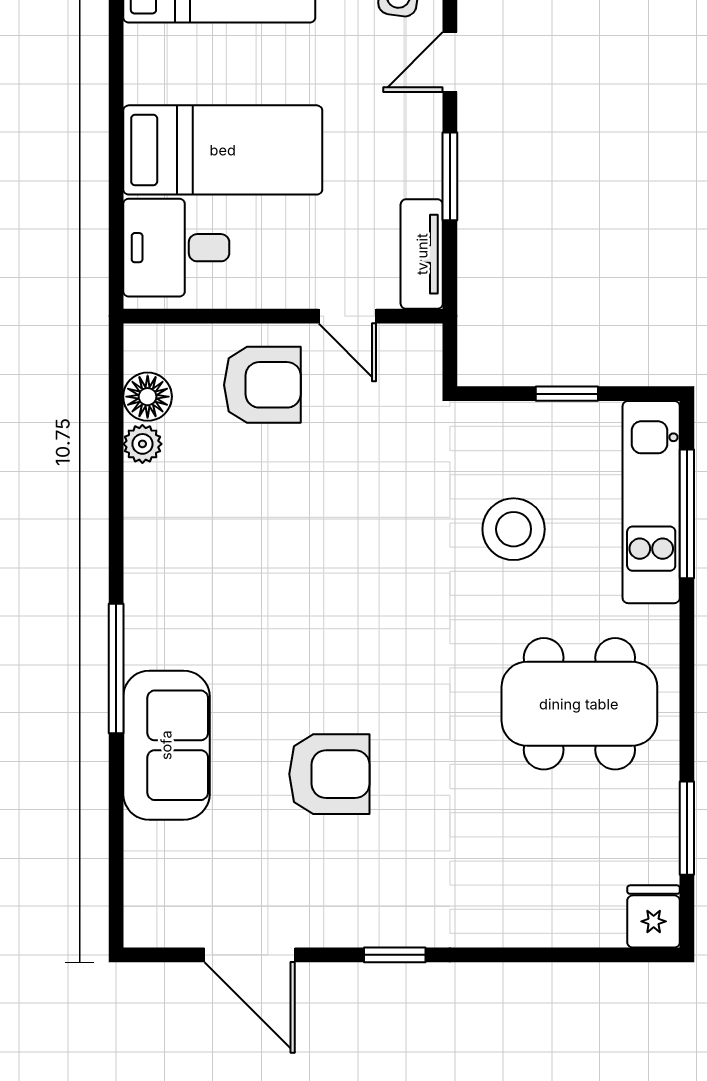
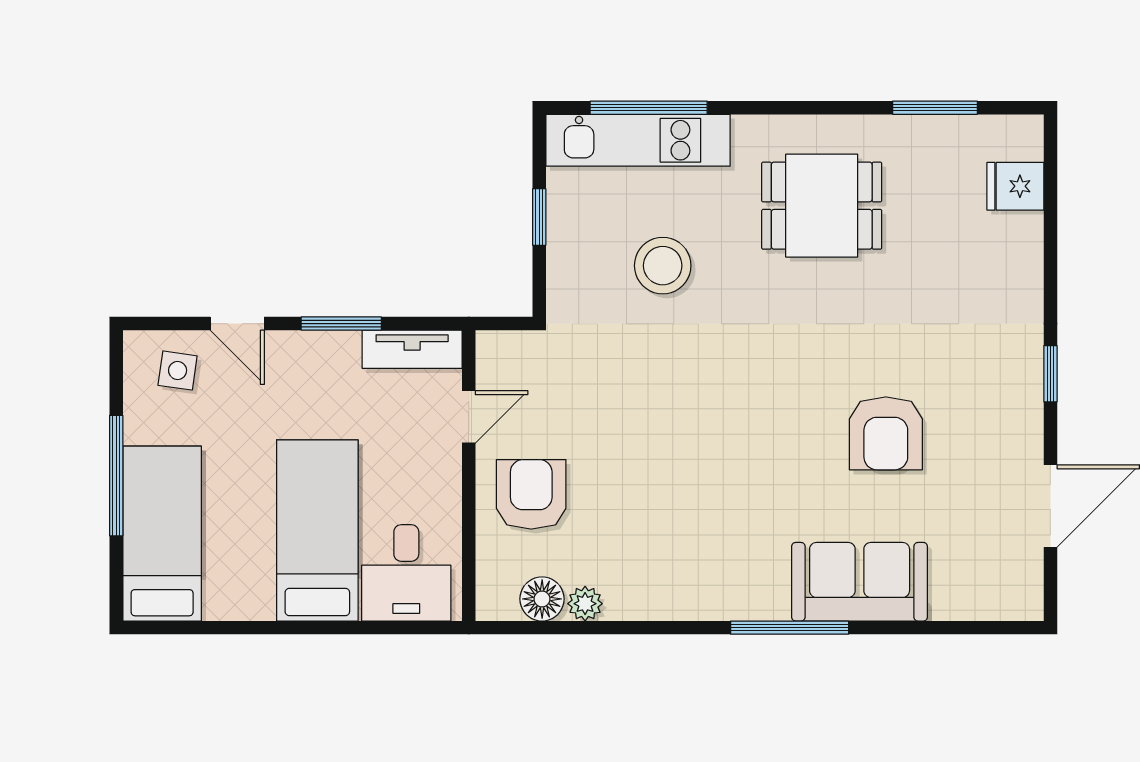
dining table: (579, 704) -> (822, 206), width x0.73
armchair: (329, 774) -> (886, 433), turned 180
fridge: (654, 916) -> (1015, 186), moved

